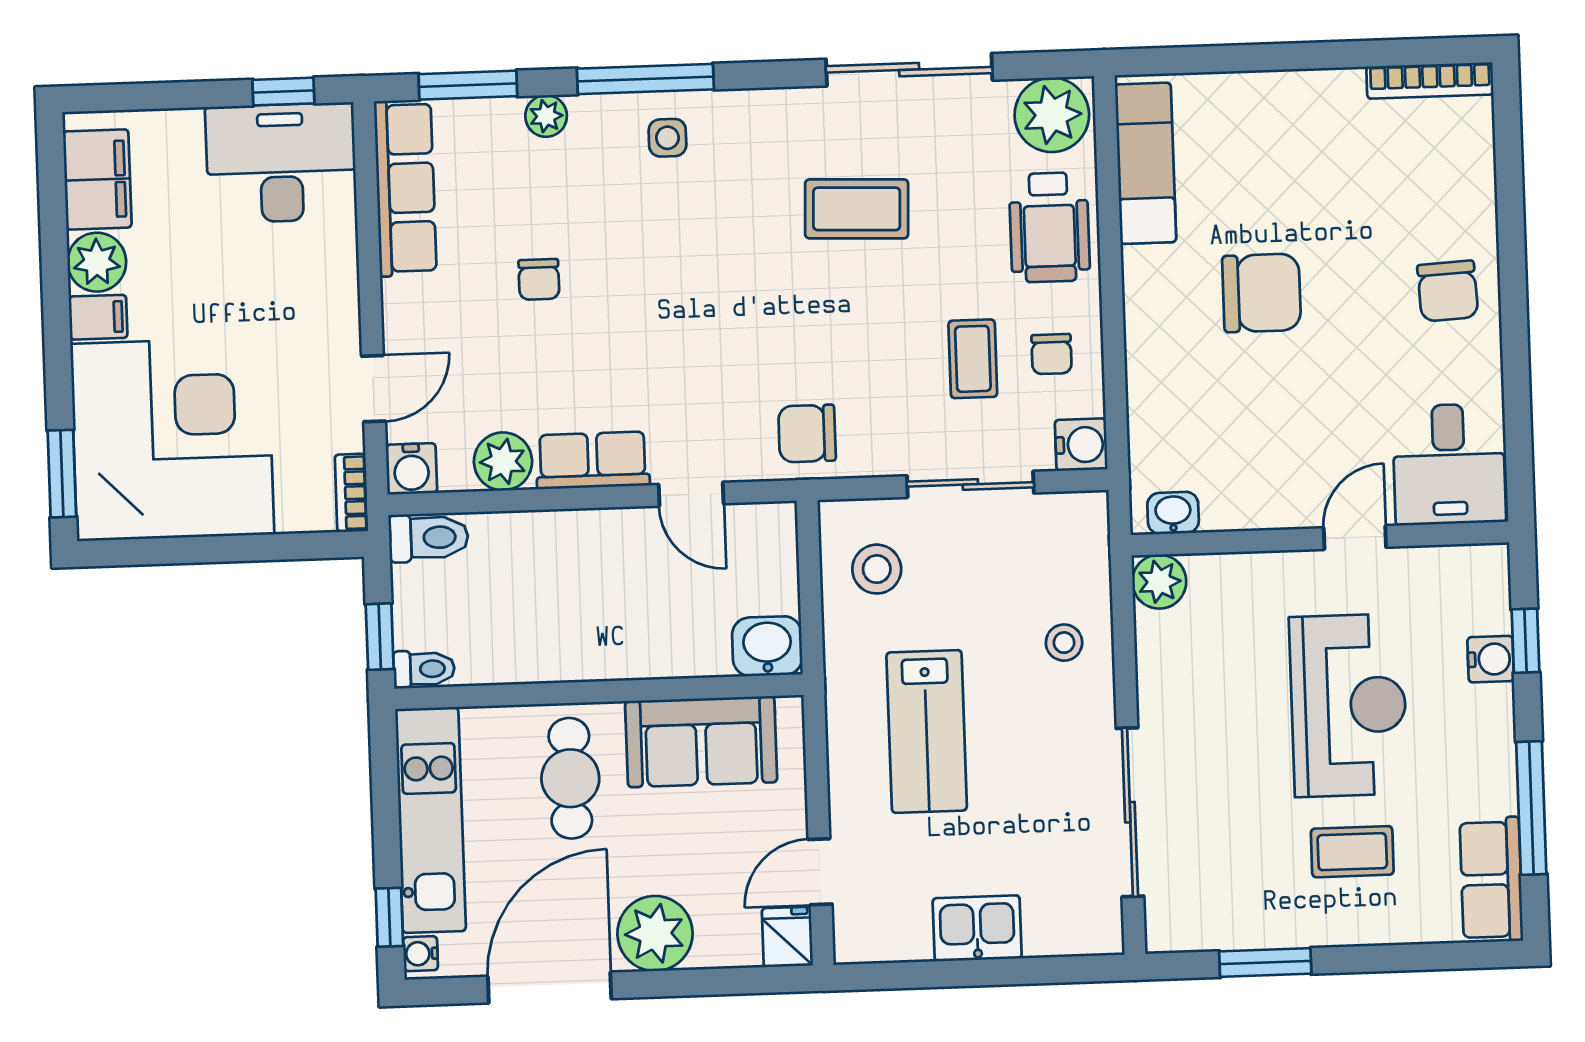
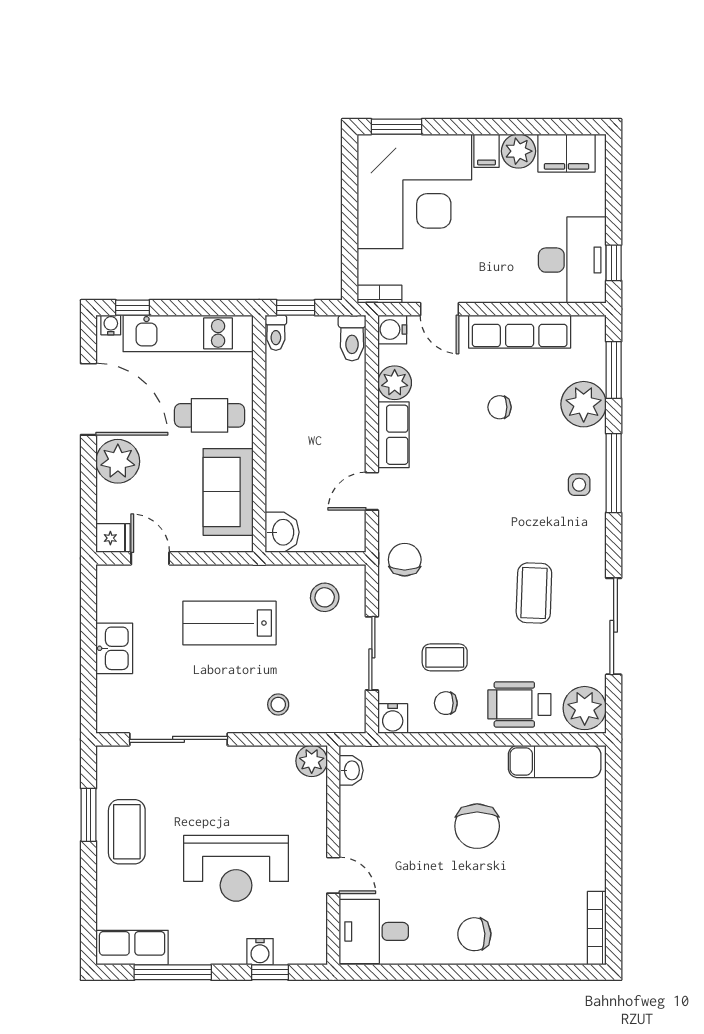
plant: (546, 116) -> (584, 404), width x1.87, depth x1.87
row of seats: (405, 188) -> (520, 332), moved
coffee table: (1352, 852) -> (127, 832), moved, width x1.36, depth x1.30

